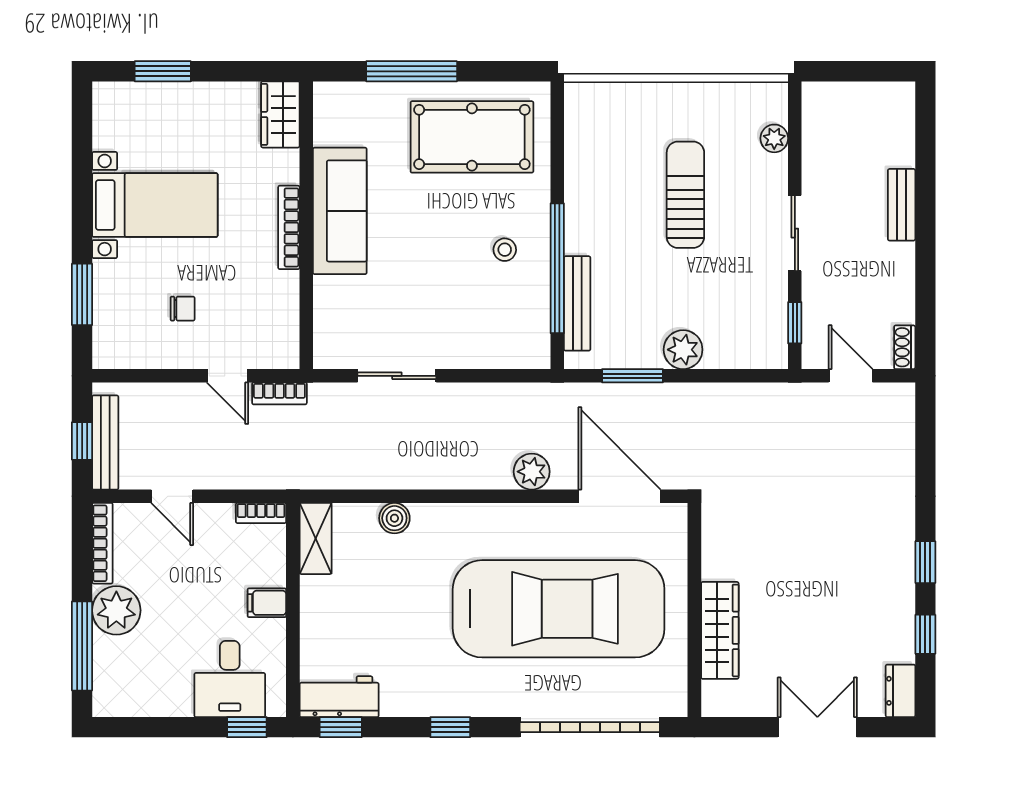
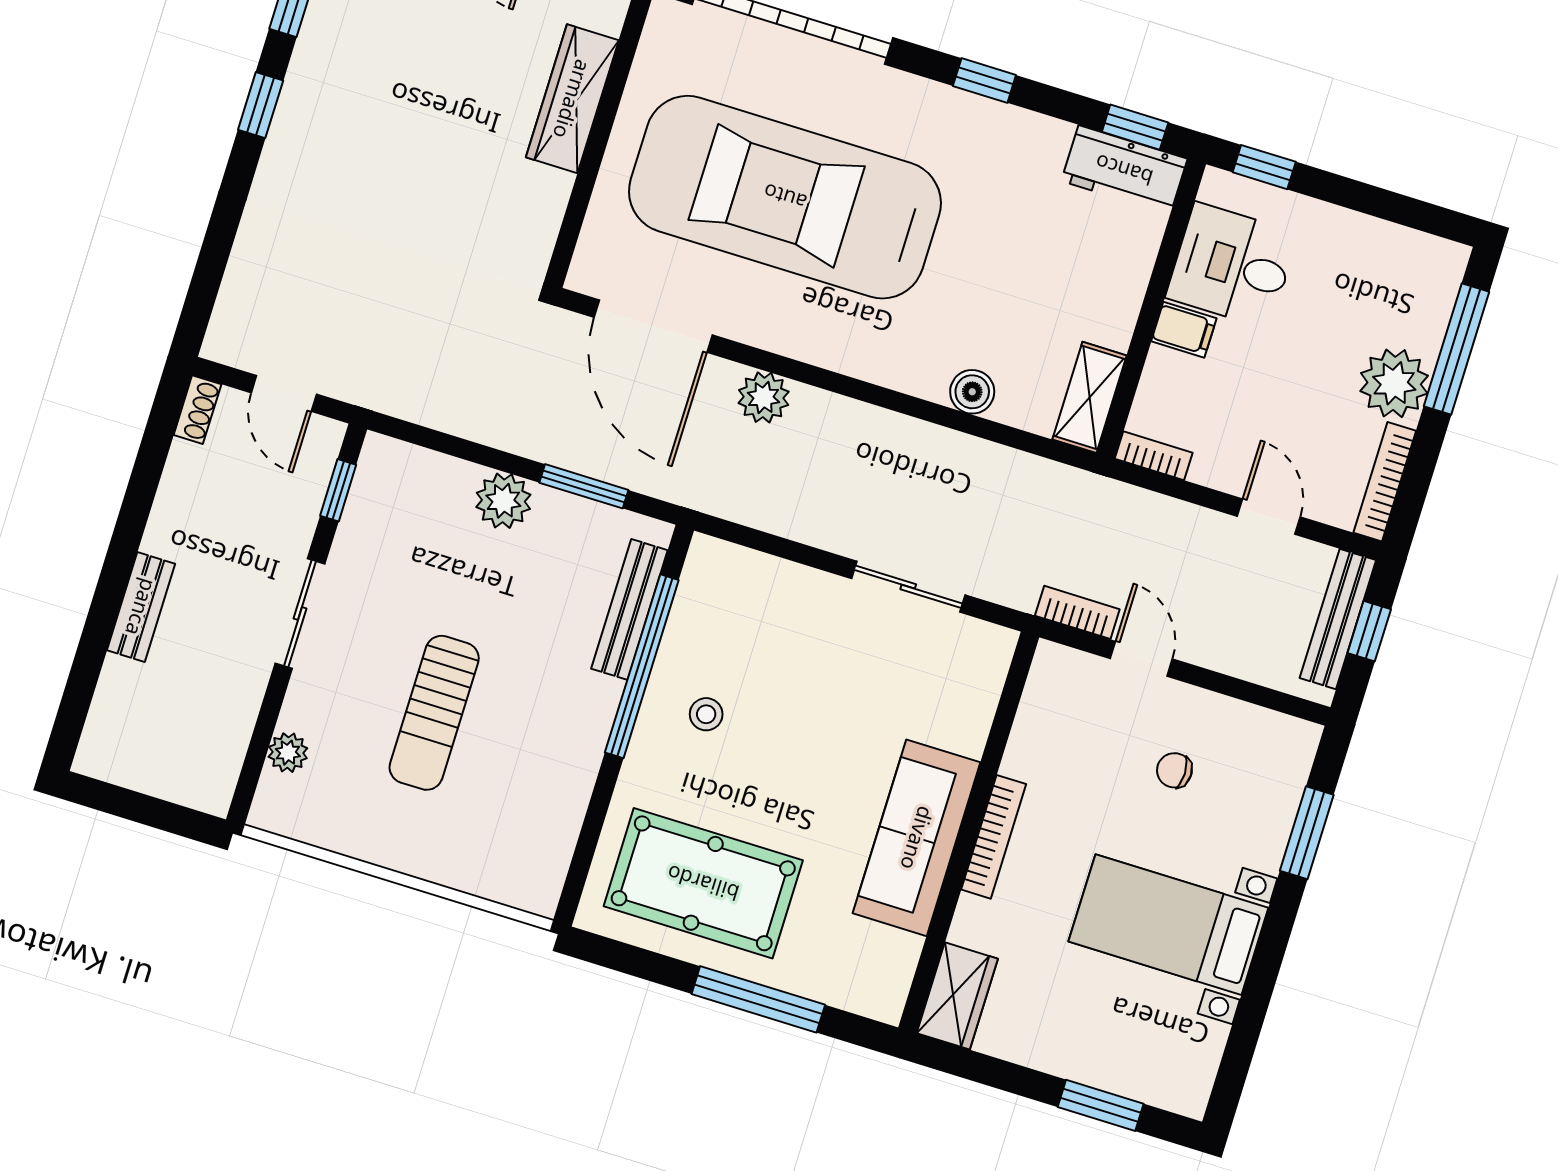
desk: (230, 679) -> (1232, 266), moved, turned -90

